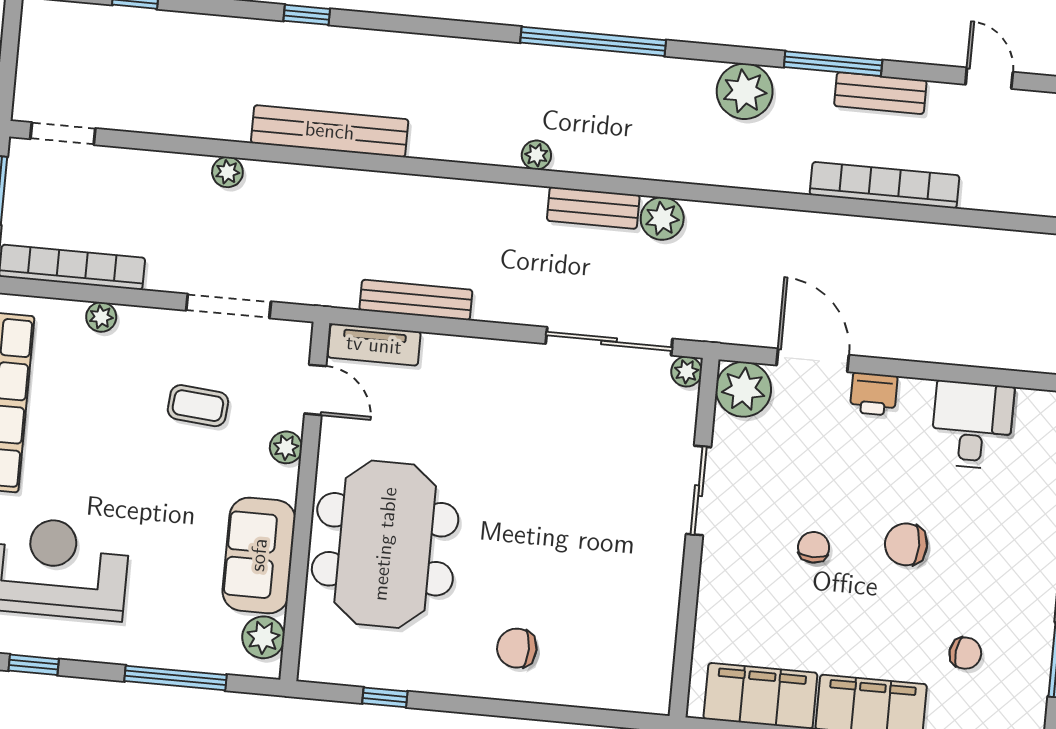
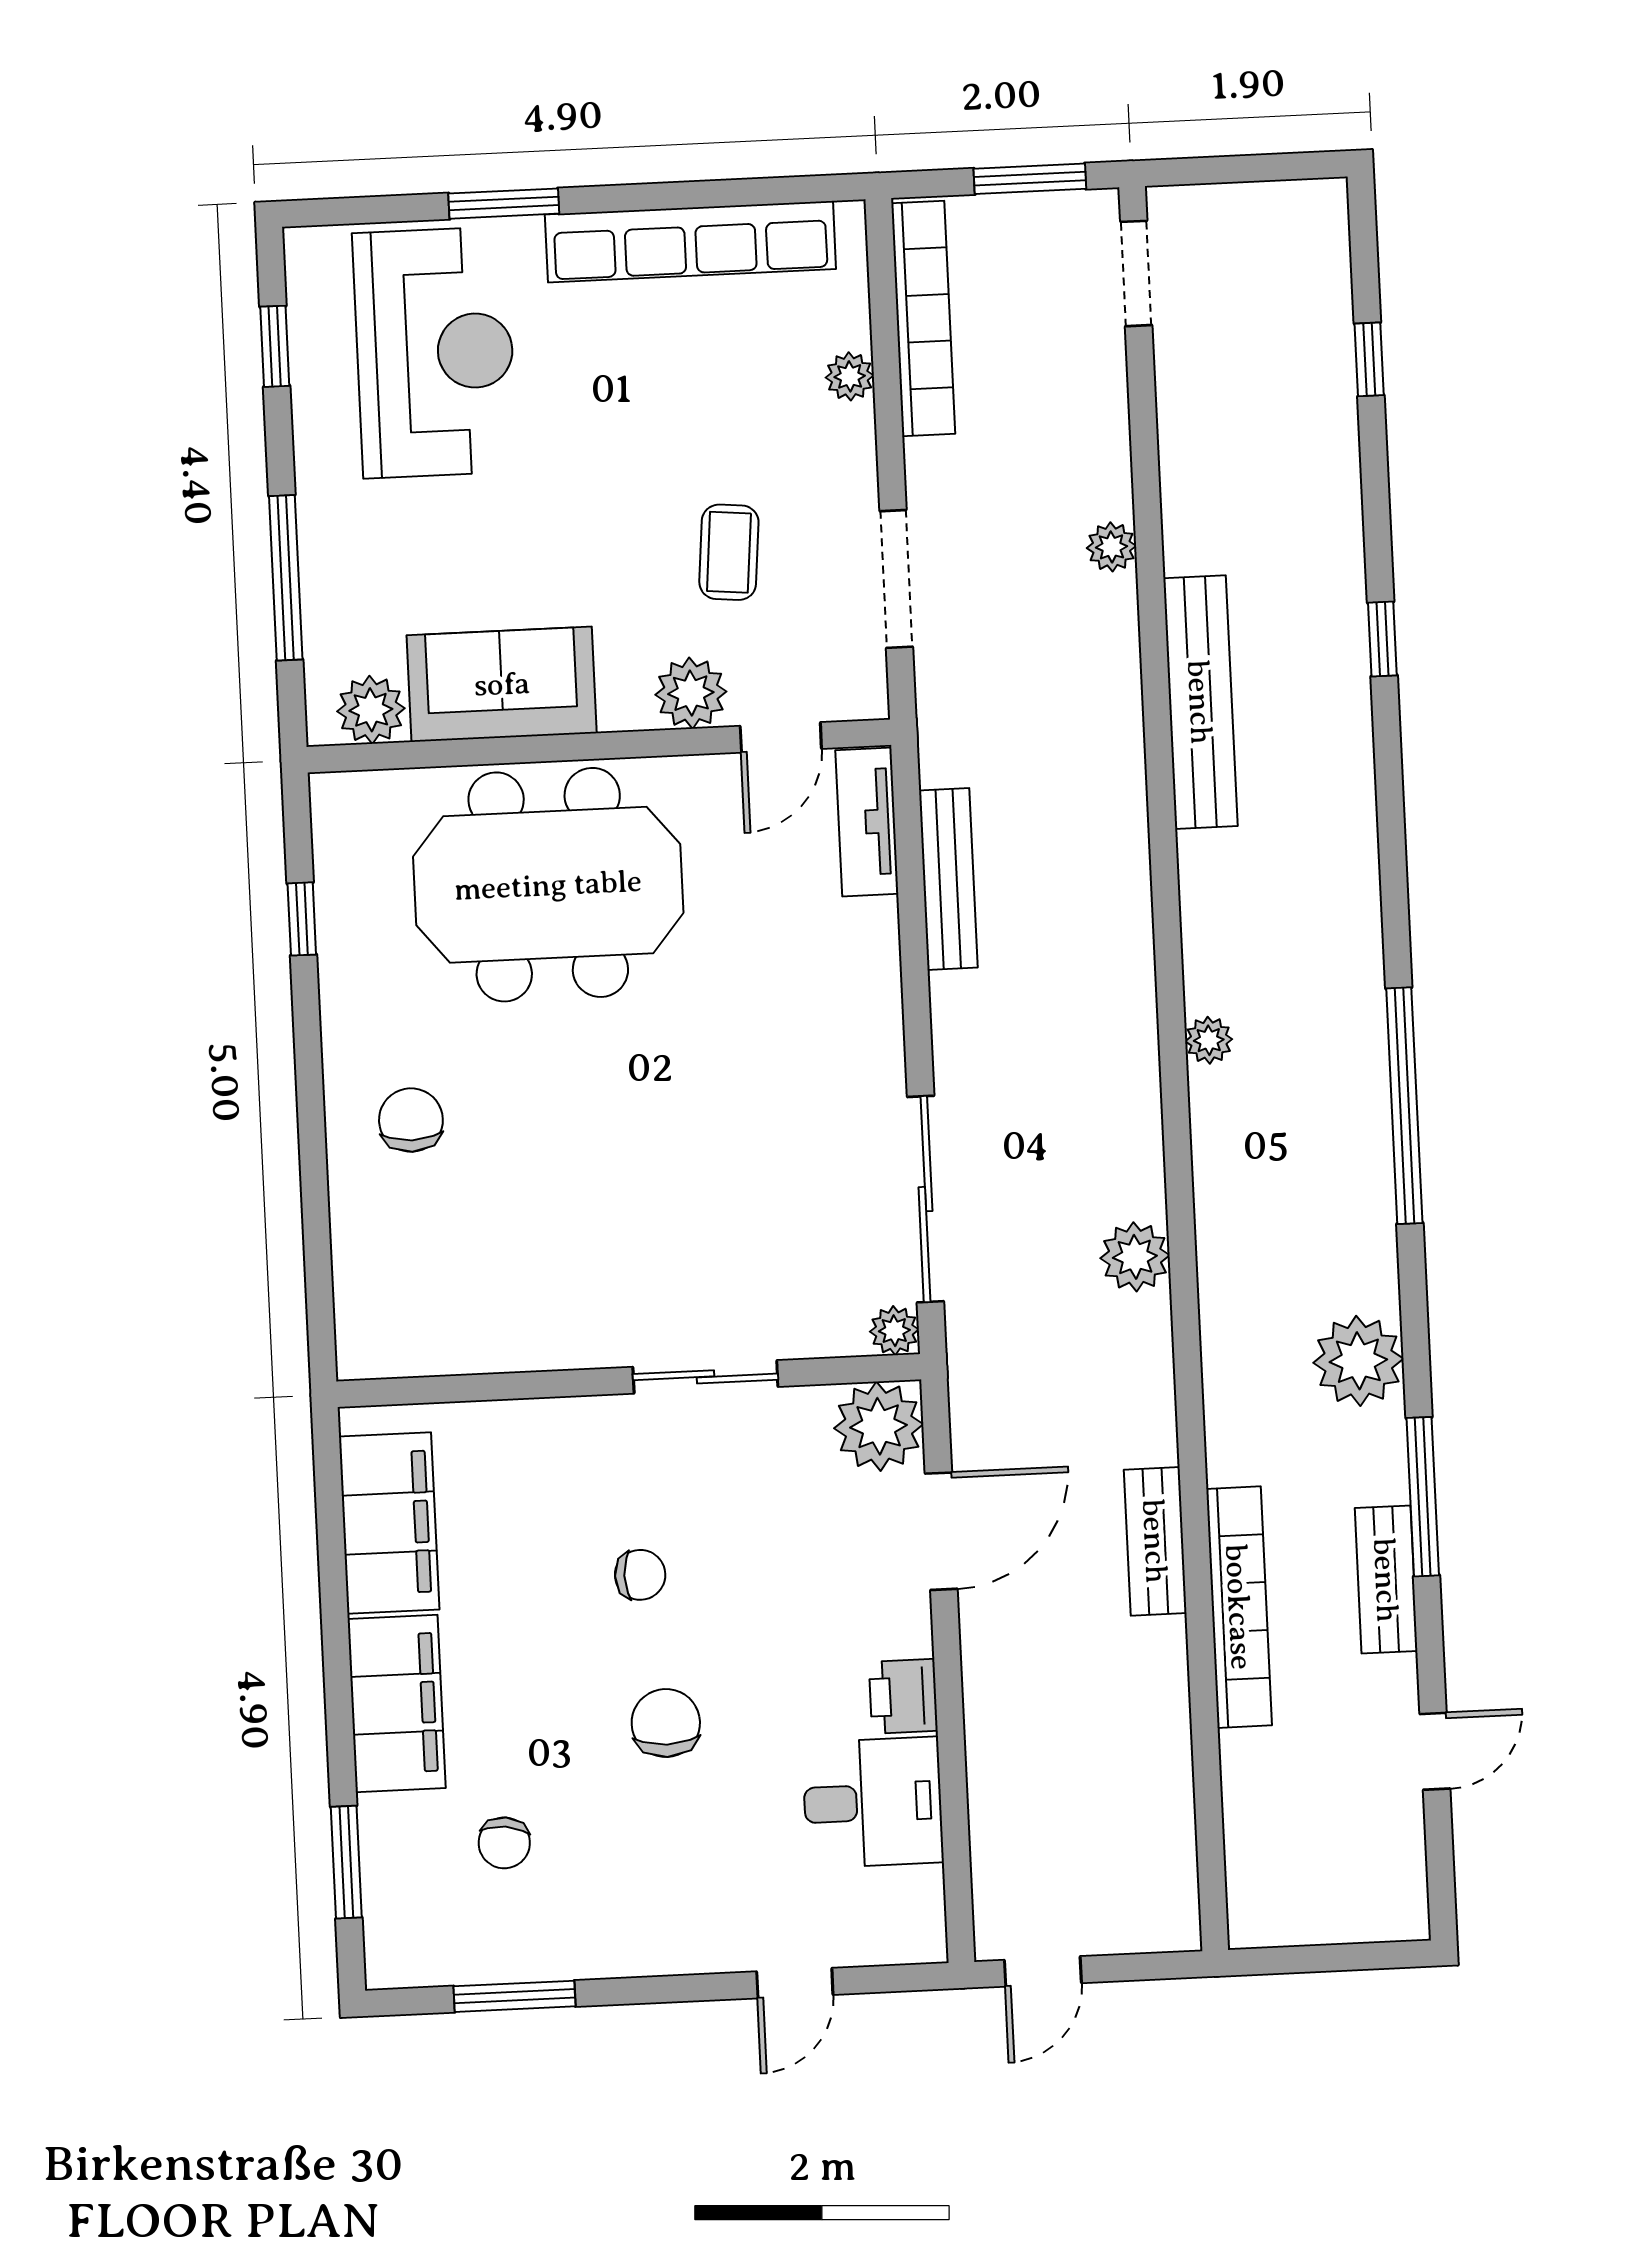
bench: (593, 208) -> (1155, 1541), moved
printer: (874, 394) -> (903, 1696), moved
plant: (286, 447) -> (691, 693), width x1.38, depth x1.38

